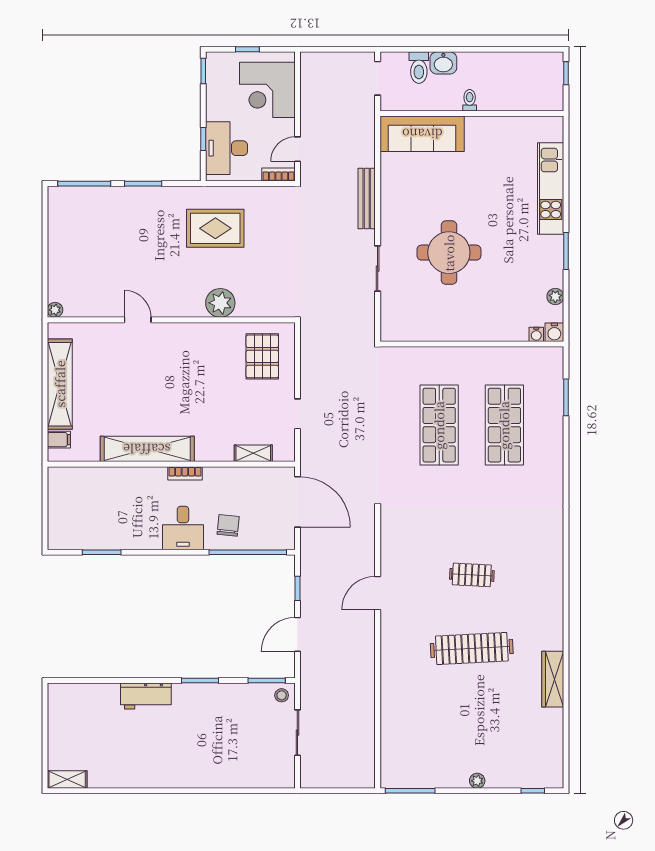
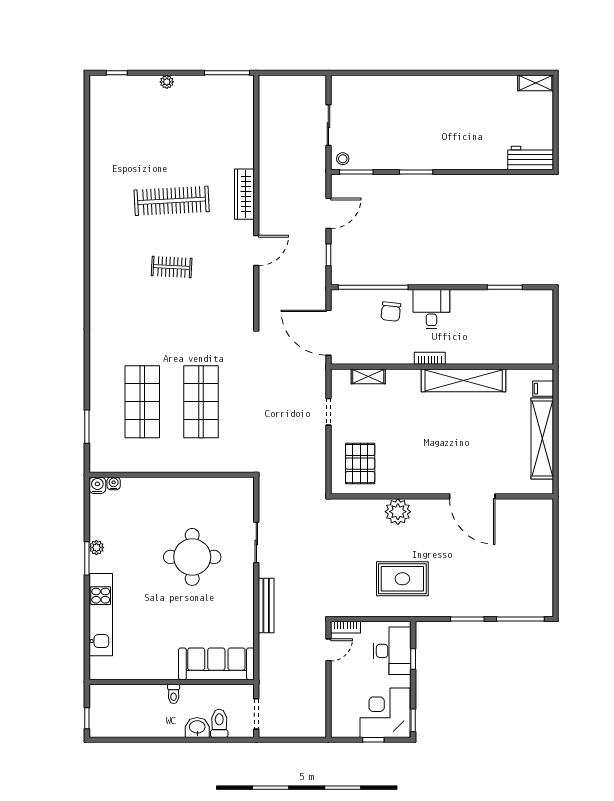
corner desk: (267, 90) -> (385, 713), moved, turned -90
plant: (555, 296) -> (96, 547), moved
plant: (55, 310) -> (547, 505), removed
door: (138, 320) -> (472, 496), width x1.87
wardrobe: (553, 679) -> (244, 194), moved, turned 180
workbench: (146, 696) -> (531, 158), moved

